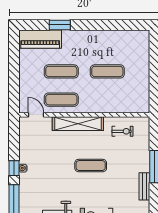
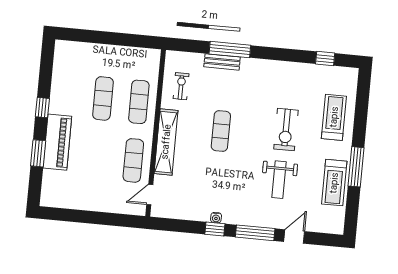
window: (96, 25) -> (42, 108), added
piano: (40, 39) -> (57, 142), moved
exercise mat: (61, 71) -> (139, 102), moved
bench: (144, 186) -> (222, 62), moved

